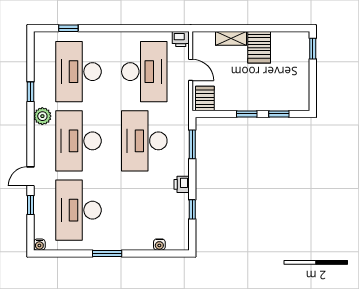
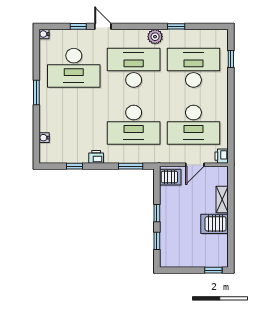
desk: (144, 141) -> (134, 125), turned 180
desk: (78, 210) -> (74, 68), turned 180

